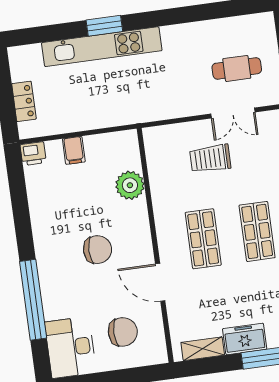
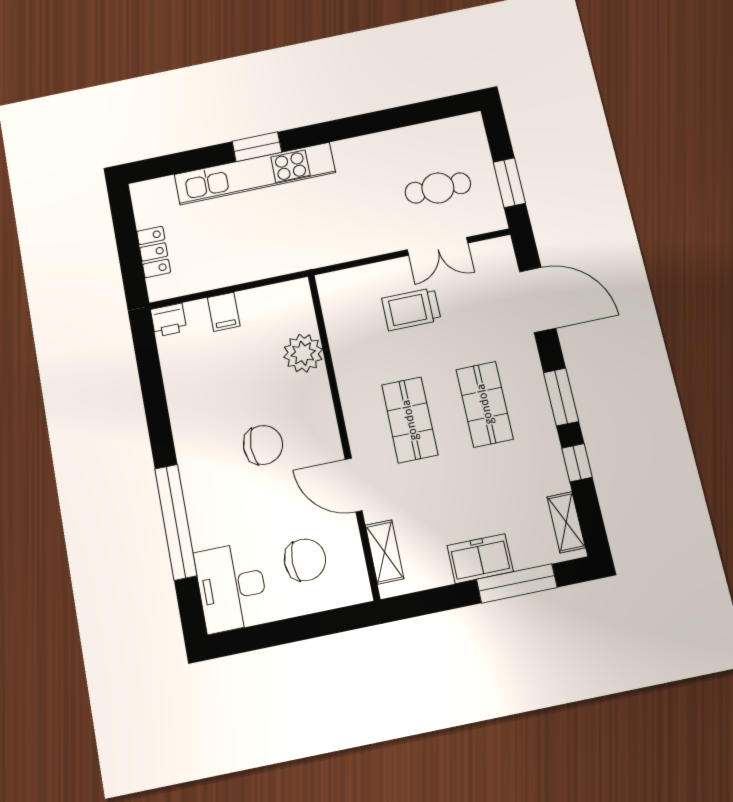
shelving: (203, 349) -> (385, 552), moved, turned 90

